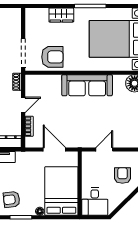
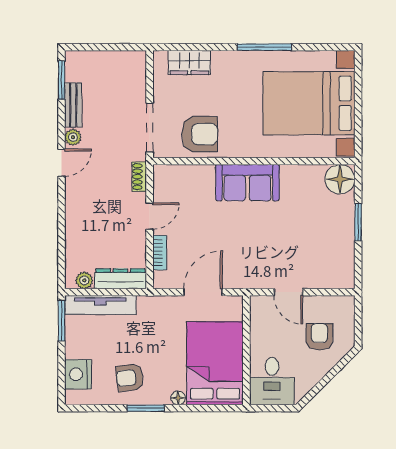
wardrobe: (61, 15) -> (189, 63), moved
sofa: (87, 85) -> (247, 183), width x0.73
door: (54, 149) -> (203, 292), hinge flipped
door: (104, 149) -> (288, 292), swing flipped

